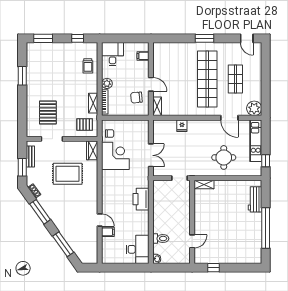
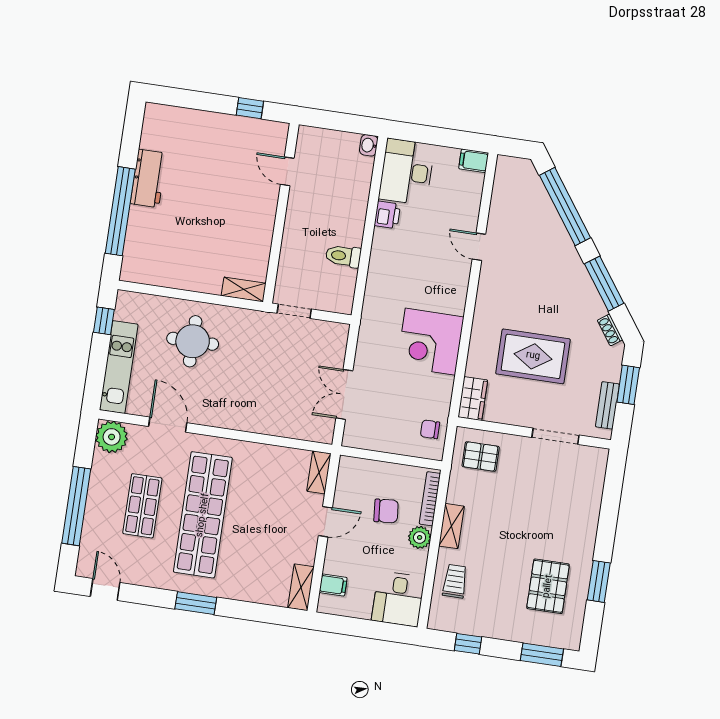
shelving: (158, 53) -> (301, 587), added
window: (266, 74) -> (76, 506), added
door: (151, 84) -> (325, 522), swing flipped
chair: (136, 97) -> (386, 511), moved
shelving: (93, 103) -> (451, 526), moved
pallet: (48, 113) -> (548, 586), moved
fridge: (182, 126) -> (272, 423), removed
double door: (151, 155) -> (344, 394), moved
corner desk: (115, 156) -> (430, 342), moved
printer: (141, 199) -> (387, 215), moved, width x0.53, depth x0.68
workbench: (255, 199) -> (148, 178), moved
window: (266, 228) -> (120, 211), moved
filing cabinet: (108, 232) -> (474, 161), moved
toilet: (161, 239) -> (343, 256), moved
door: (192, 241) -> (287, 171), hinge flipped
window: (63, 244) -> (565, 206), width x1.46

